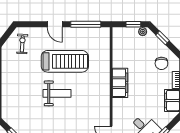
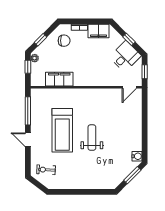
door: (55, 24) -> (28, 140), swing flipped
treadmill: (65, 61) -> (62, 130), turned 180
filing cabinet: (120, 83) -> (59, 79), moved

